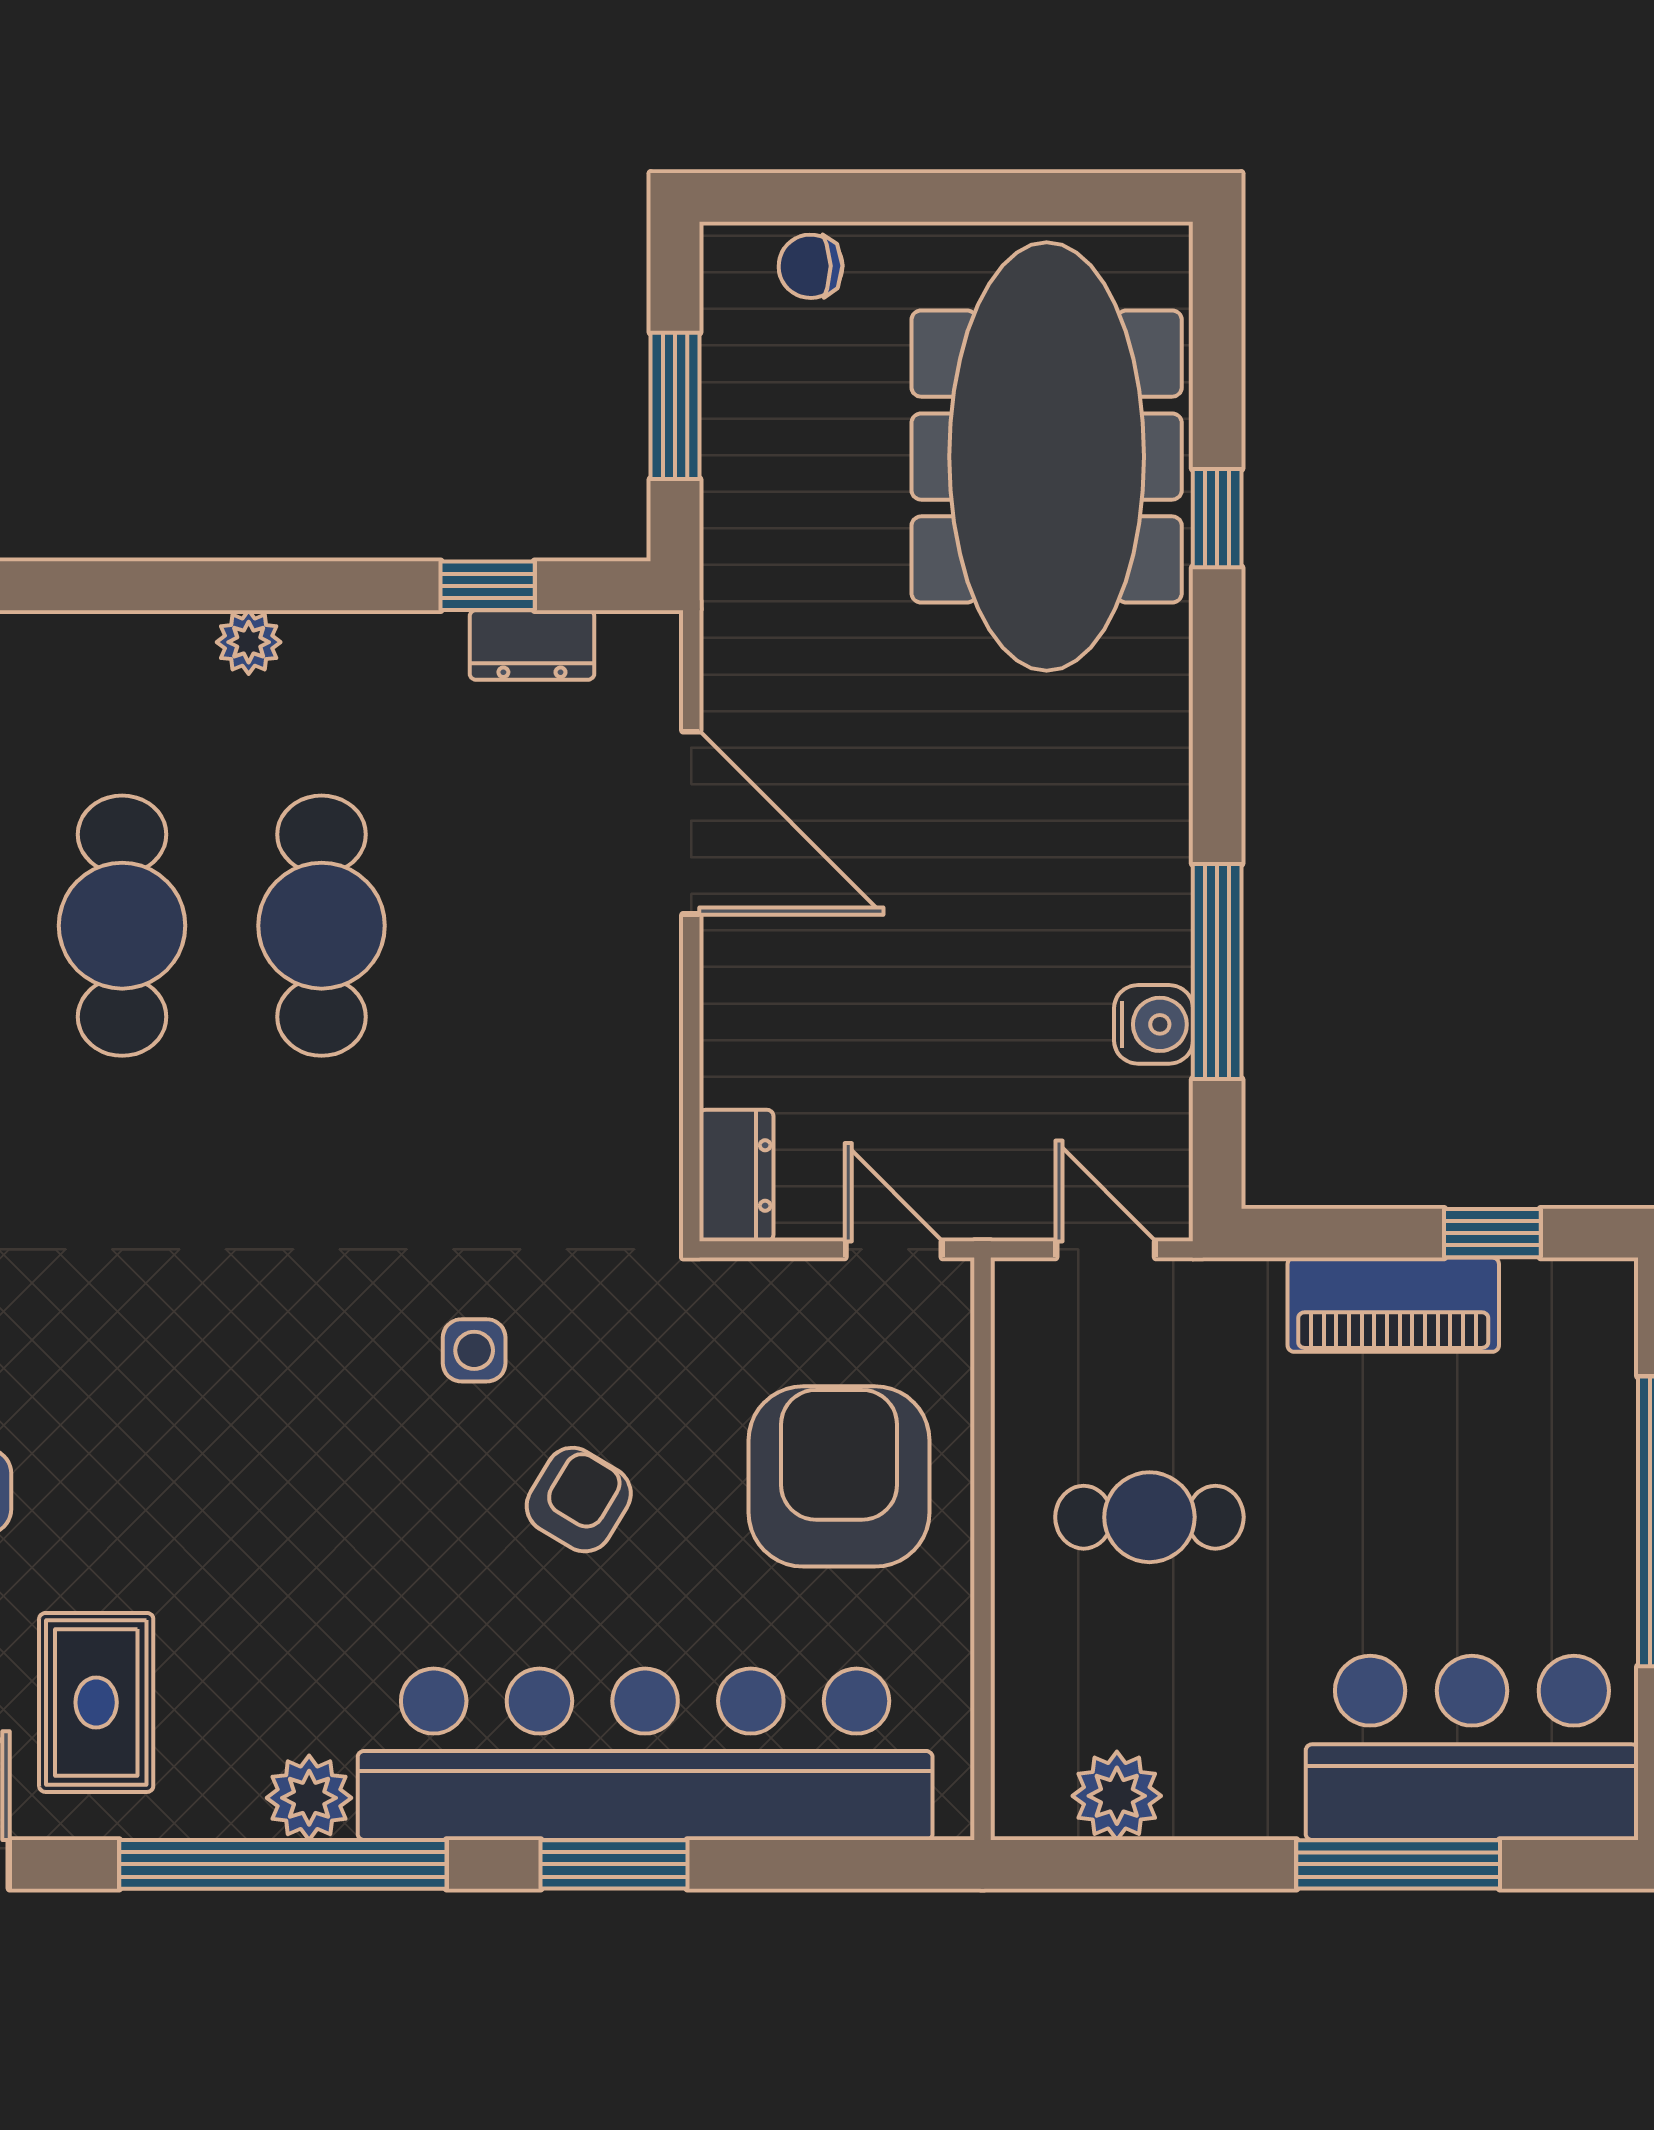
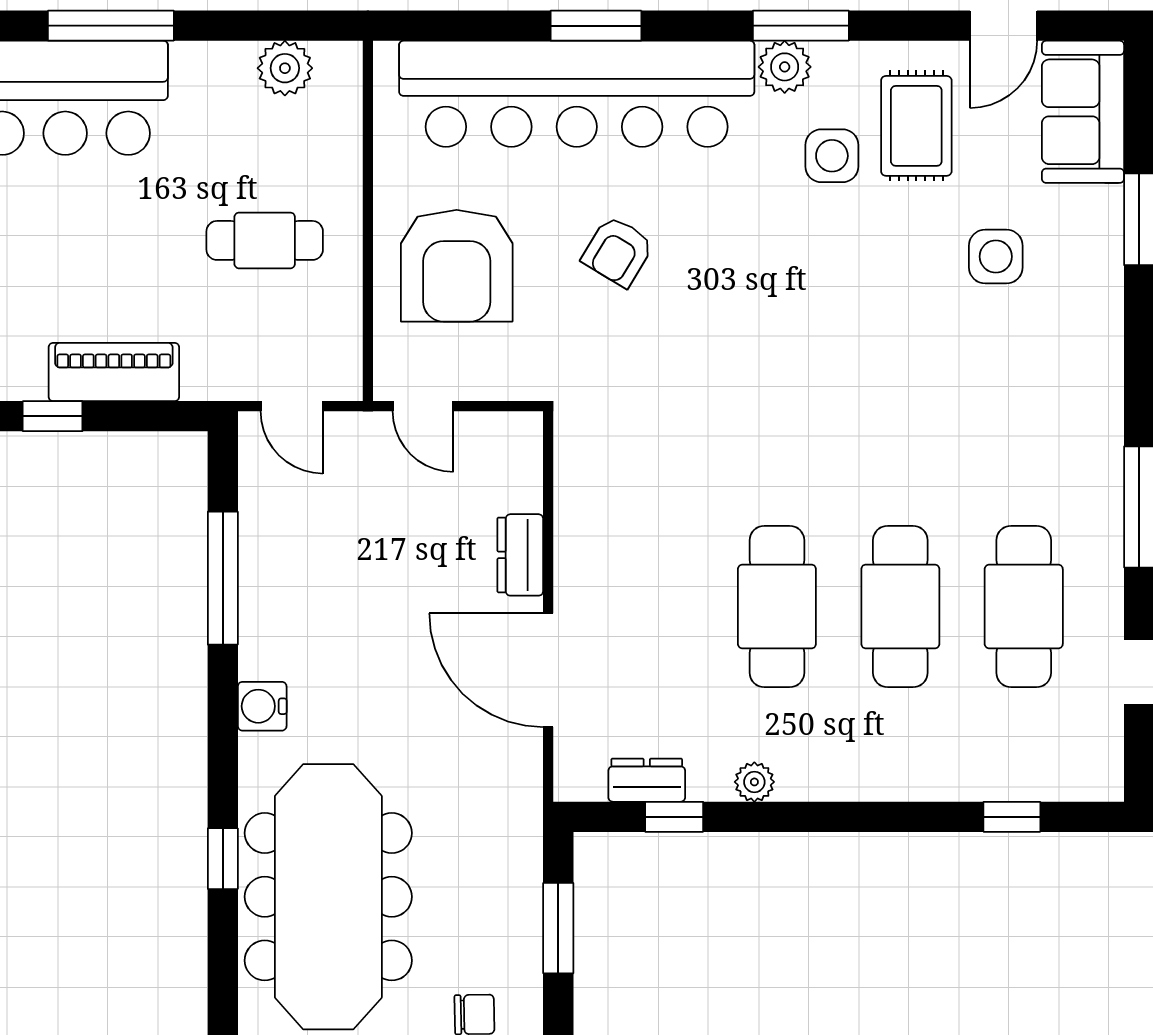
plant: (249, 642) -> (754, 782), moved
water cooler: (1154, 1024) -> (262, 706), moved
dresser: (736, 1175) -> (520, 555), moved
side table: (474, 1350) -> (832, 156), moved, width x1.37, depth x1.37
window: (283, 1864) -> (801, 26), width x0.47

